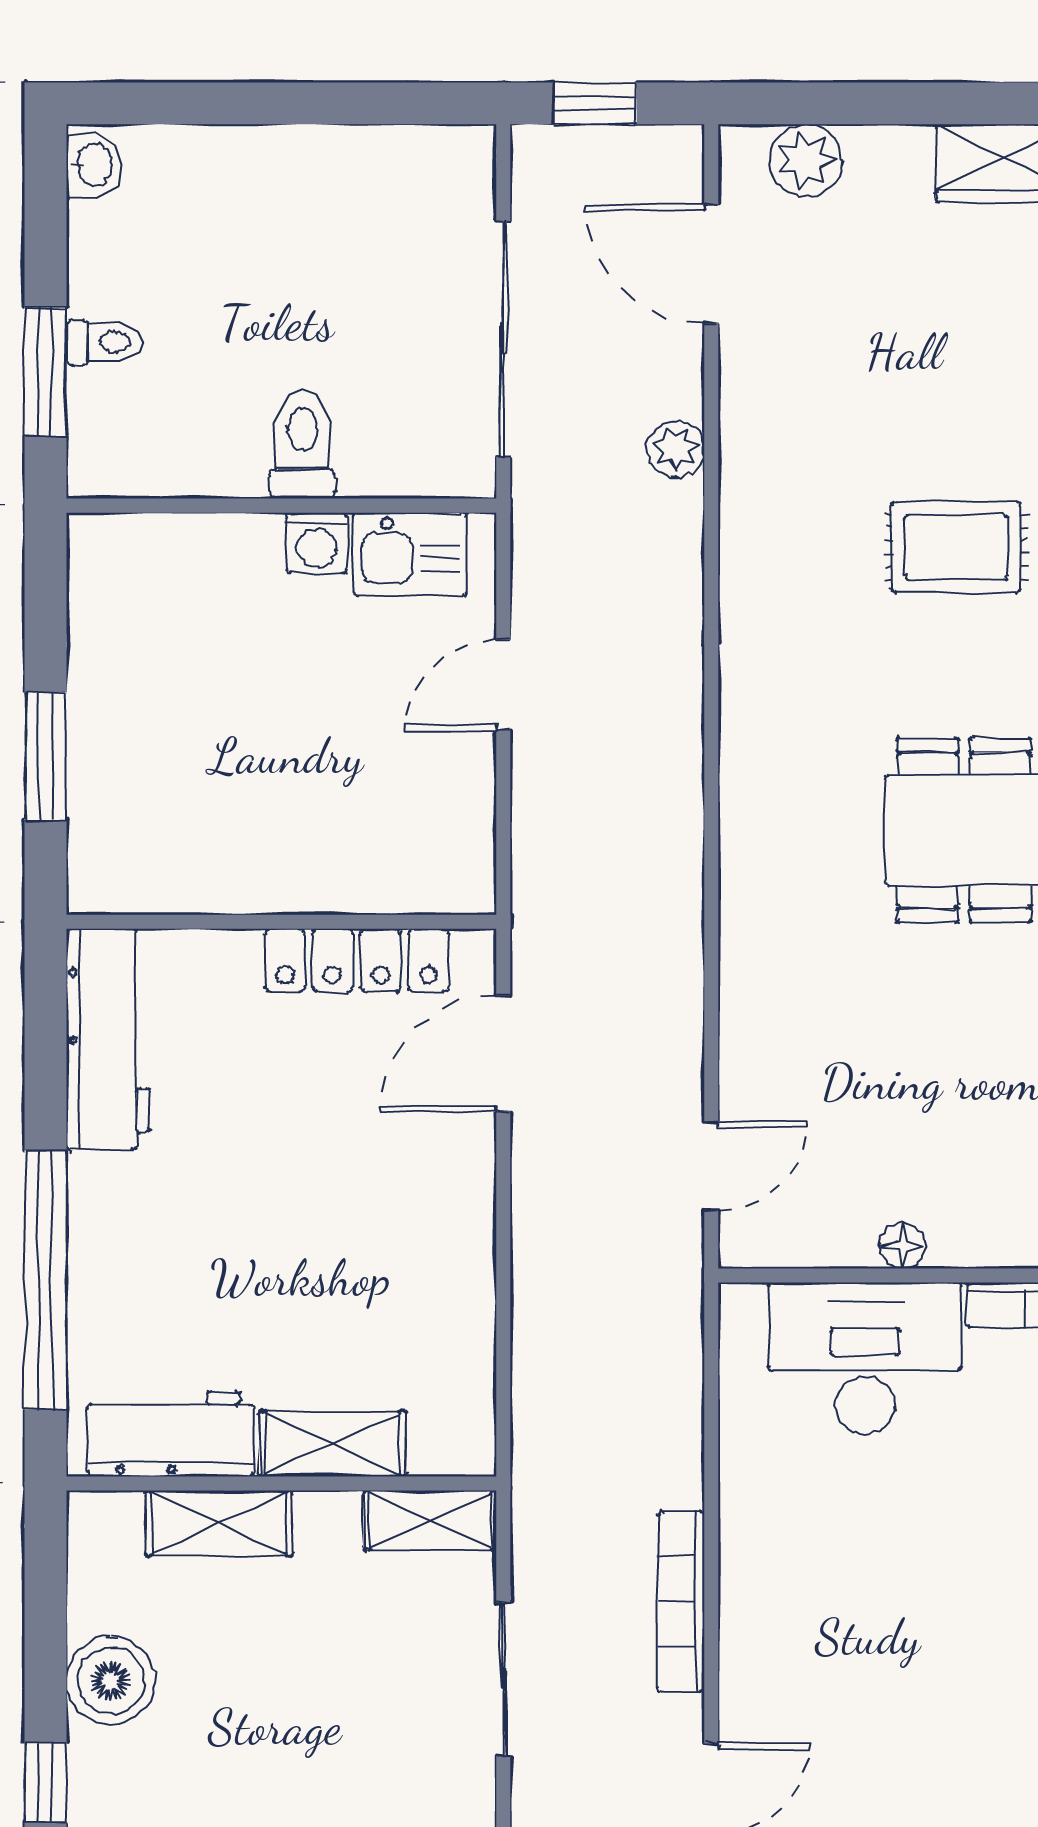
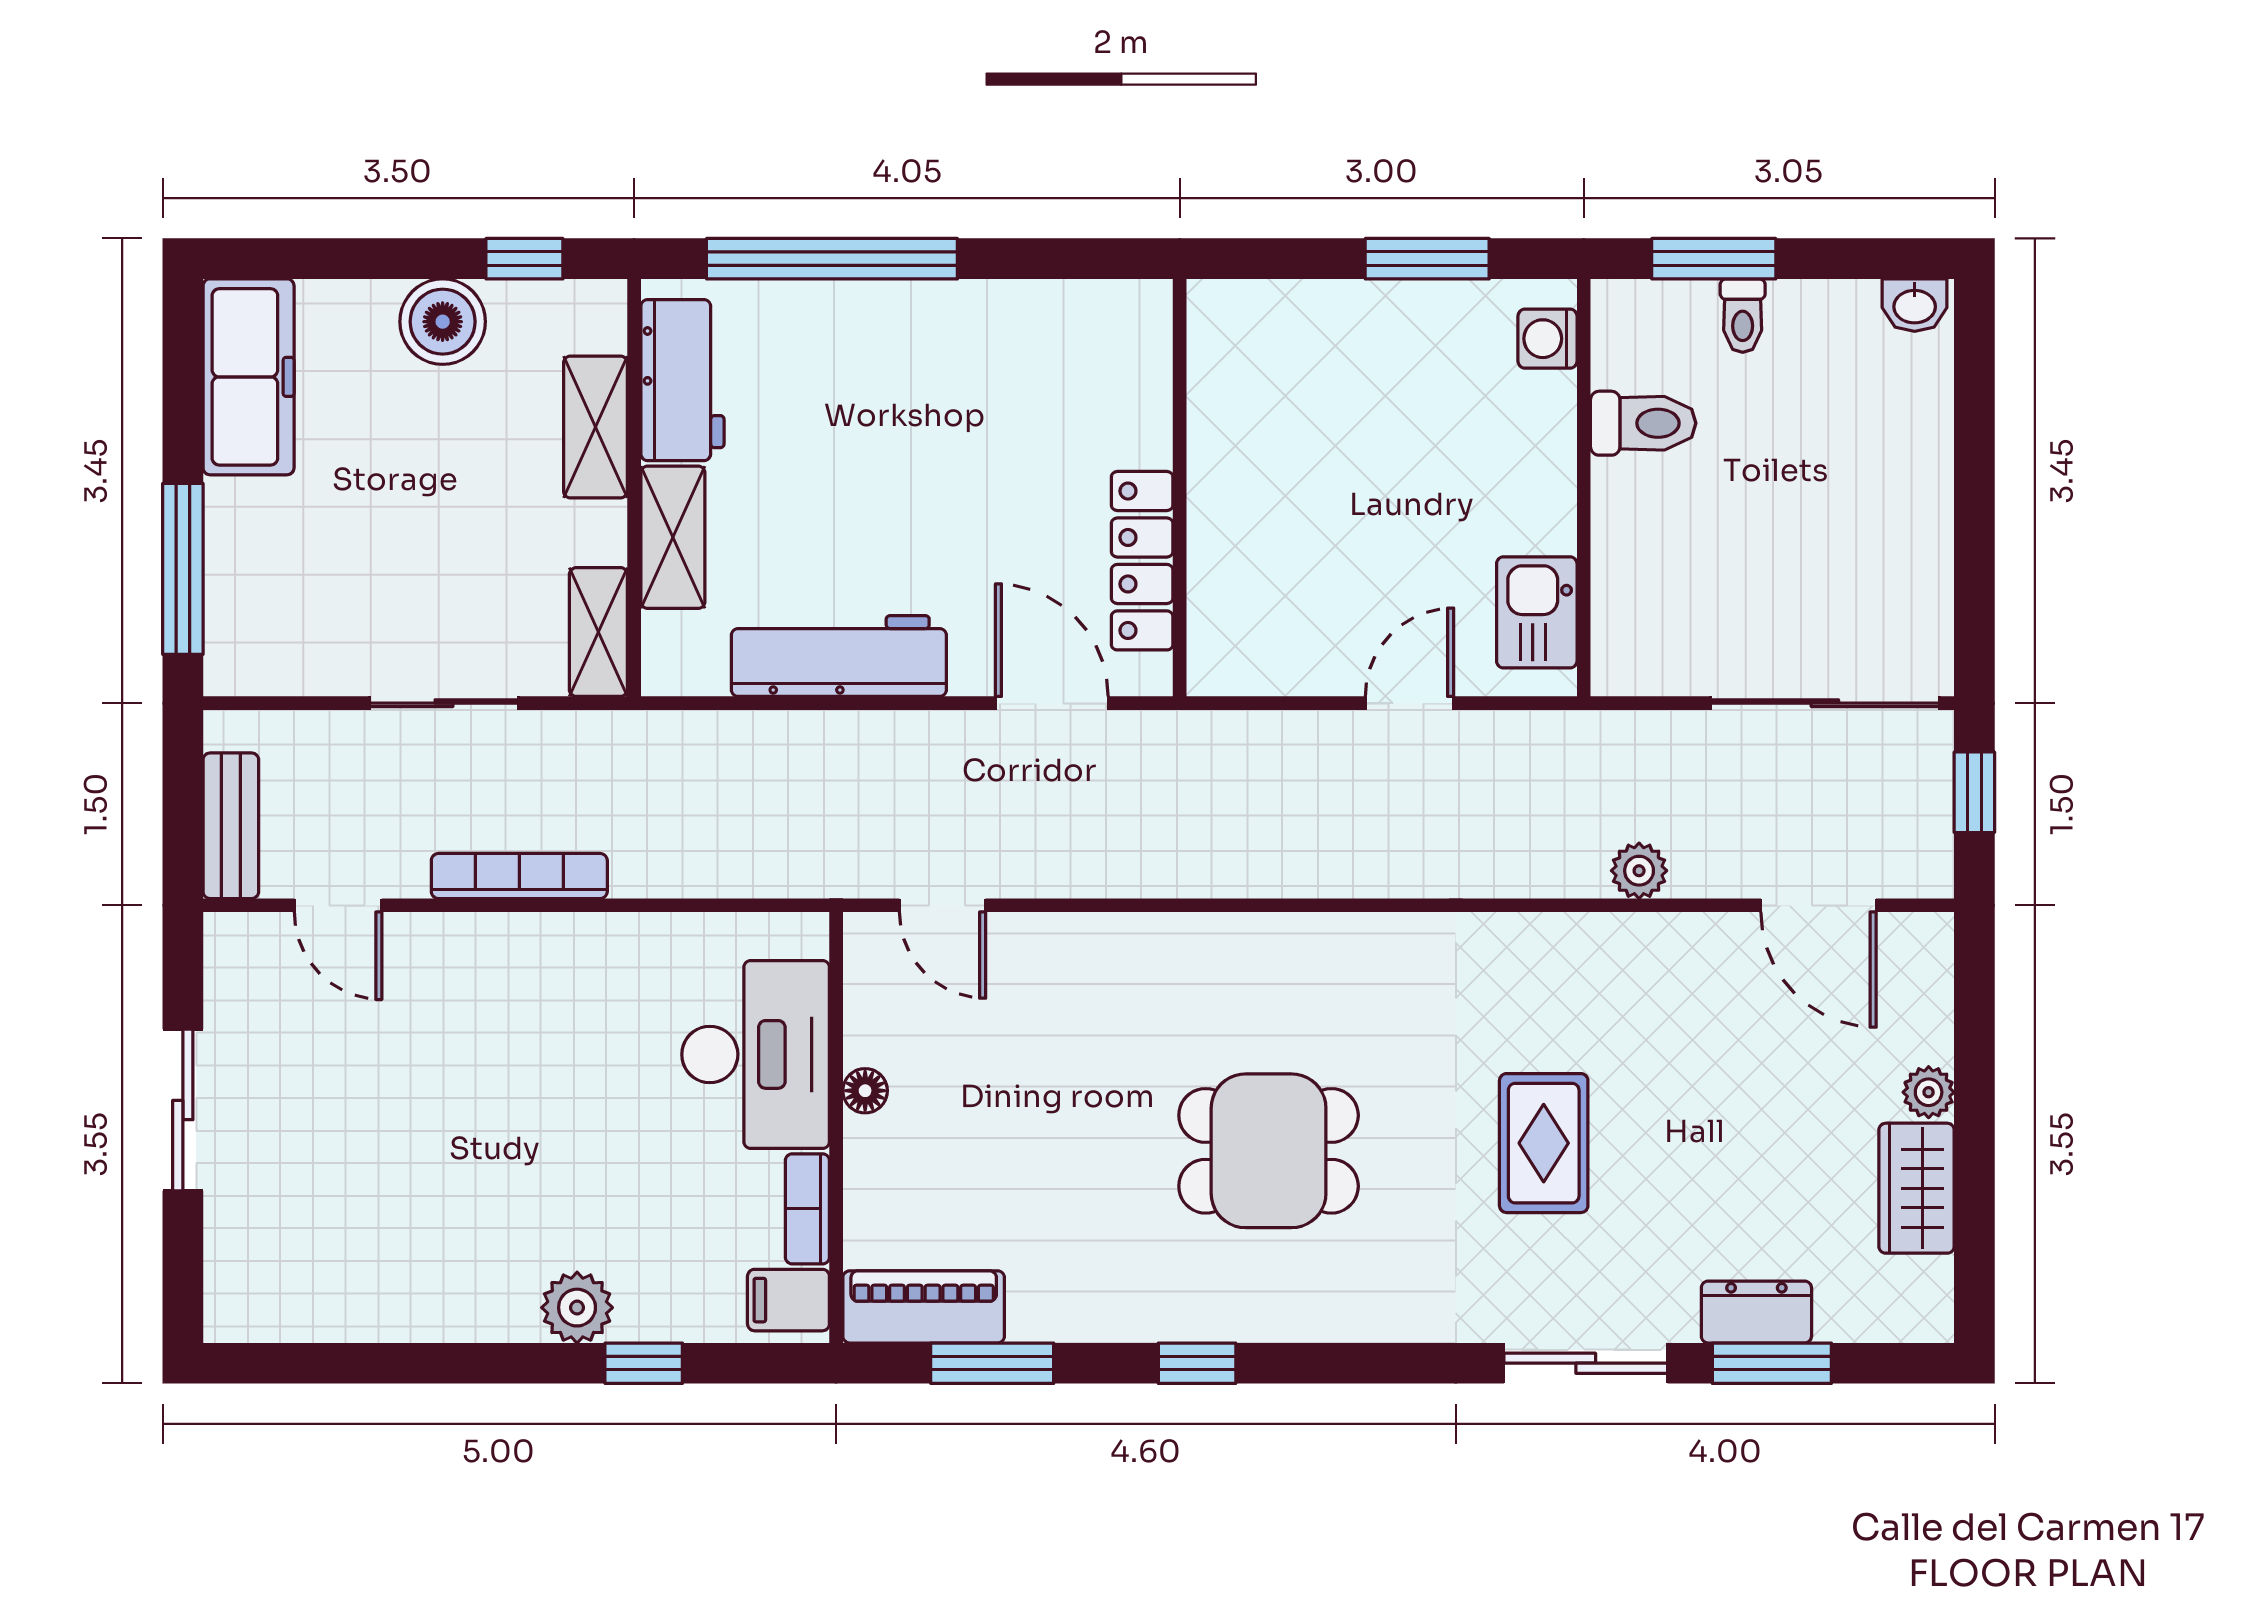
plant: (806, 160) -> (1929, 1092), moved, width x0.73, depth x0.73
door: (711, 264) -> (1819, 905), swing flipped
sliding door: (503, 339) -> (1825, 703), moved
toilet: (303, 444) -> (1643, 423), moved
washing machine: (317, 543) -> (1547, 339), moved
door: (503, 685) -> (1409, 703), hinge flipped
window: (46, 756) -> (1427, 259), moved
workbench: (108, 1039) -> (839, 656), moved, turned 180
window: (46, 1782) -> (524, 259), moved

